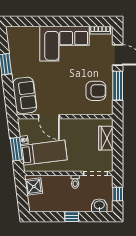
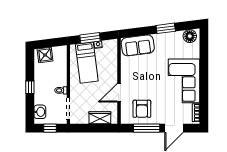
floor lamp: (14, 37) -> (190, 36), added
door: (49, 117) -> (119, 93), moved
shower: (34, 187) -> (45, 55), moved

